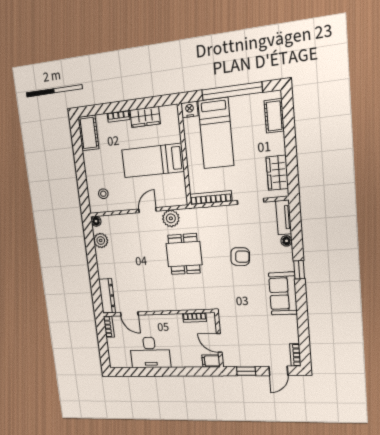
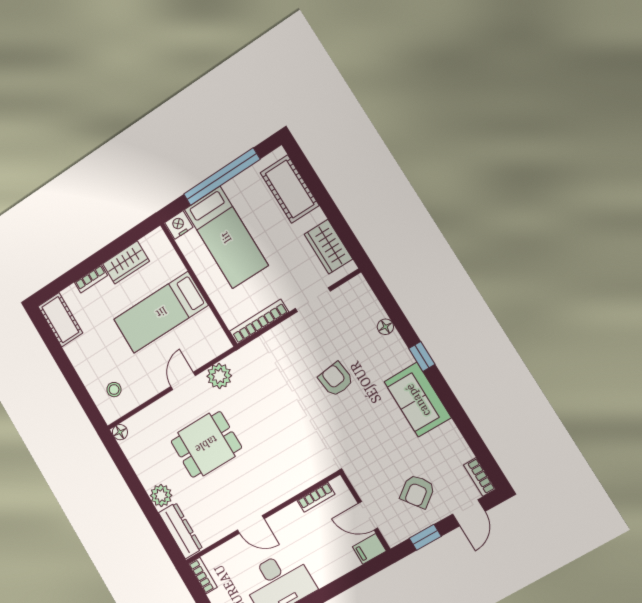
cot: (274, 116) -> (290, 189), width x1.37, depth x1.34
tv unit: (284, 217) -> (366, 298), removed
plant: (101, 240) -> (161, 496), moved
dining table: (184, 254) -> (206, 444), moved, turned 90
armchair: (240, 257) -> (336, 379), turned -102
door: (129, 314) -> (251, 524), moved
armchair: (255, 344) -> (417, 491), added

